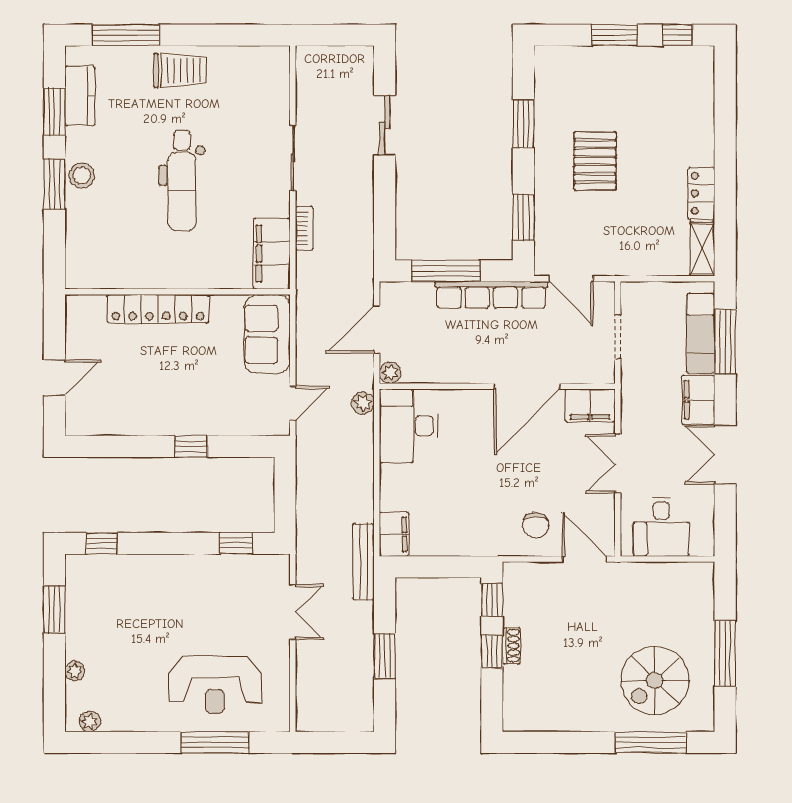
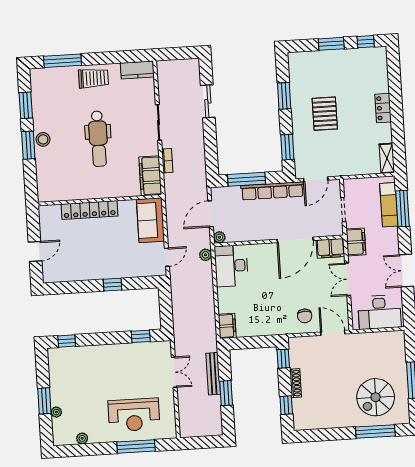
kitchen counter: (80, 96) -> (137, 70), moved, turned 90
locker: (701, 193) -> (383, 108), moved
door: (571, 279) -> (316, 179), hinge flipped
filing cabinet: (698, 400) -> (356, 242), moved, turned 180
desk: (661, 527) -> (379, 312), width x1.37
bench: (363, 562) -> (213, 374), moved
window: (54, 609) -> (44, 401), moved
shoe rack: (511, 646) -> (296, 383), width x1.43
window: (492, 651) -> (286, 405), moved
plant: (90, 722) -> (82, 438), moved

